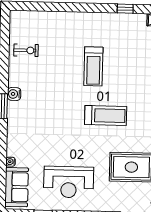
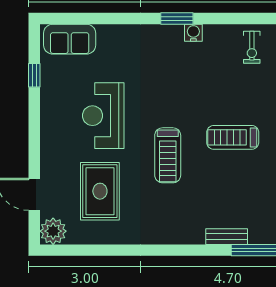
water cooler: (11, 162) -> (103, 30), removed
reception desk: (69, 182) -> (103, 116), moved

